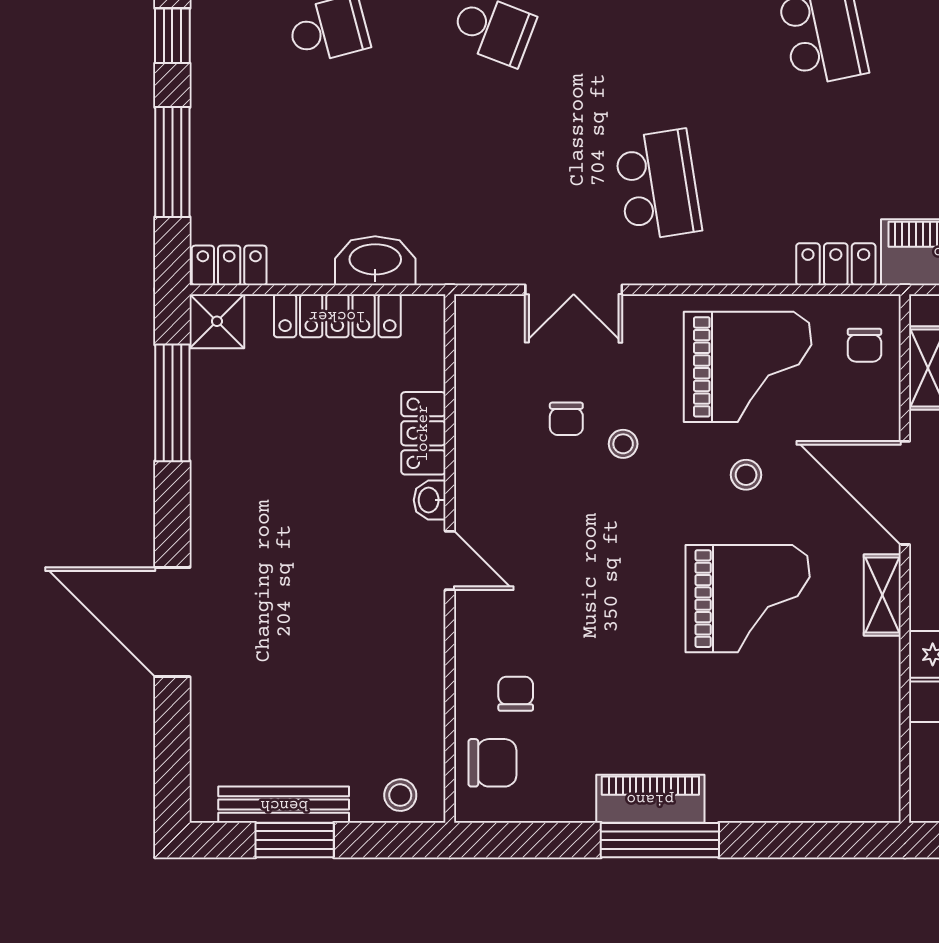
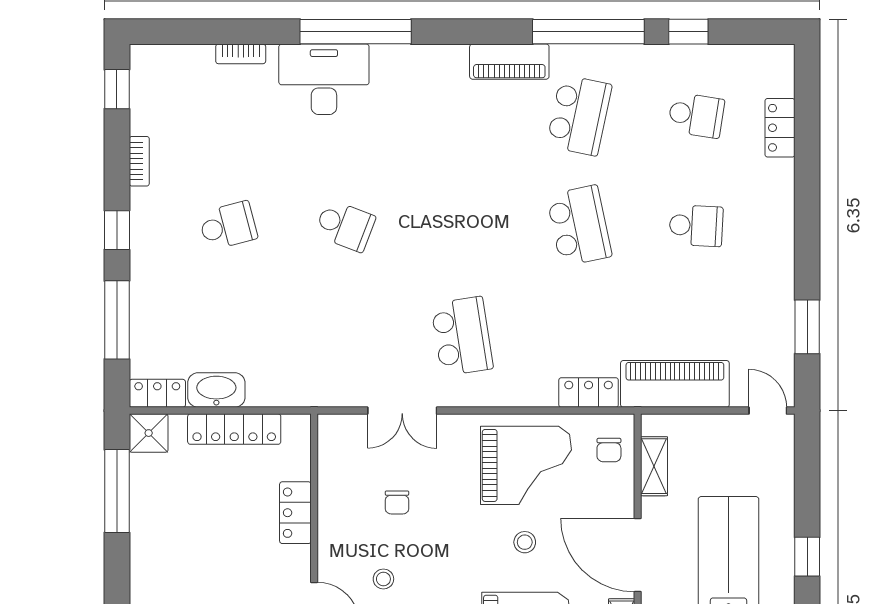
washbasin: (375, 261) -> (216, 390), moved
stool: (623, 444) -> (383, 579), moved
washbasin: (430, 500) -> (300, 560), removed

